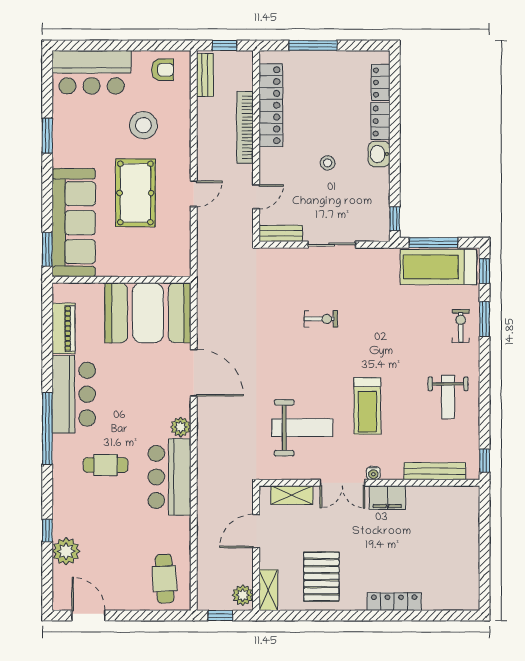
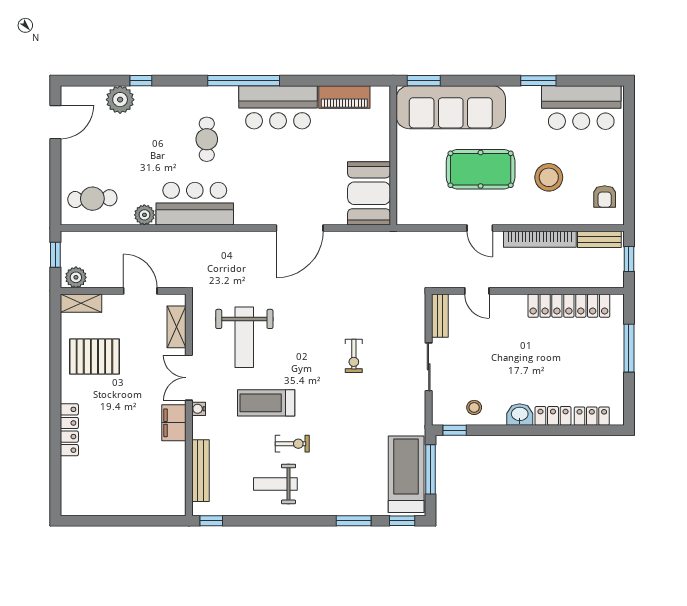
bar counter: (92, 72) -> (581, 108), moved, turned -90
bookcase: (245, 127) -> (540, 239), moved, turned 180
stool: (328, 163) -> (474, 407), moved
booth: (148, 313) -> (369, 193), width x0.73, depth x0.70
exercise bike: (461, 326) -> (292, 444), moved
plant: (181, 427) -> (144, 215), moved

